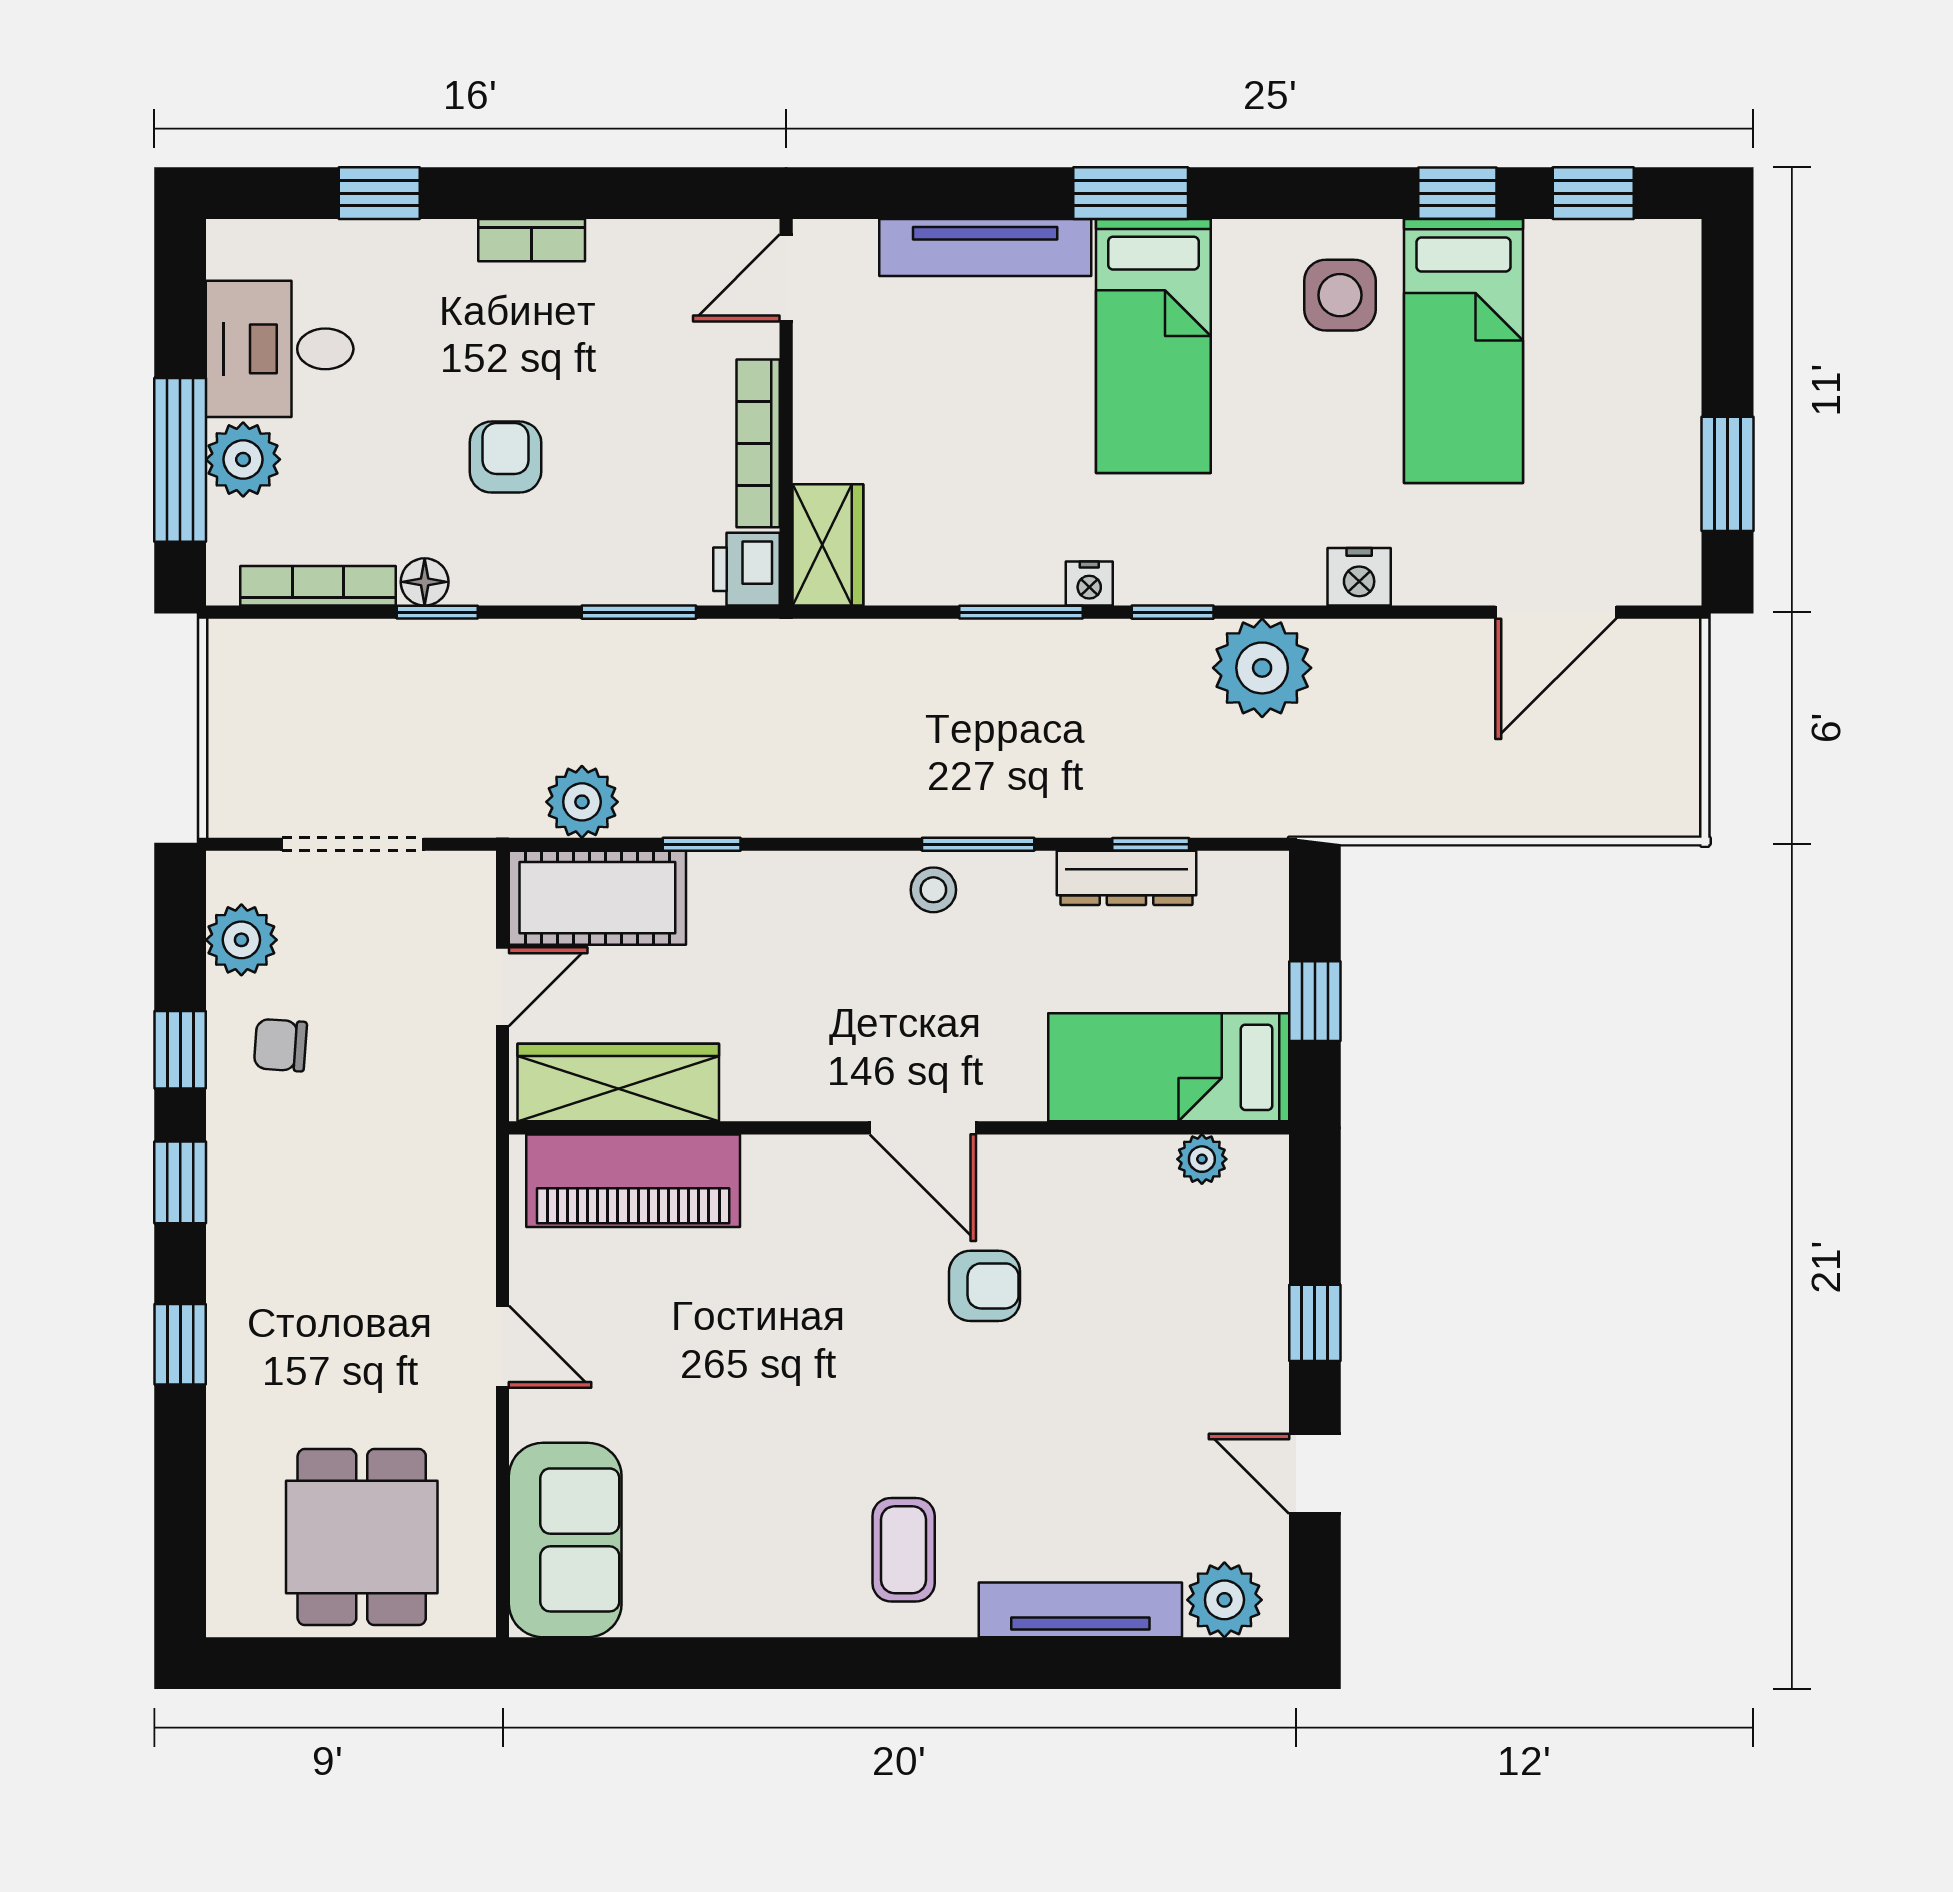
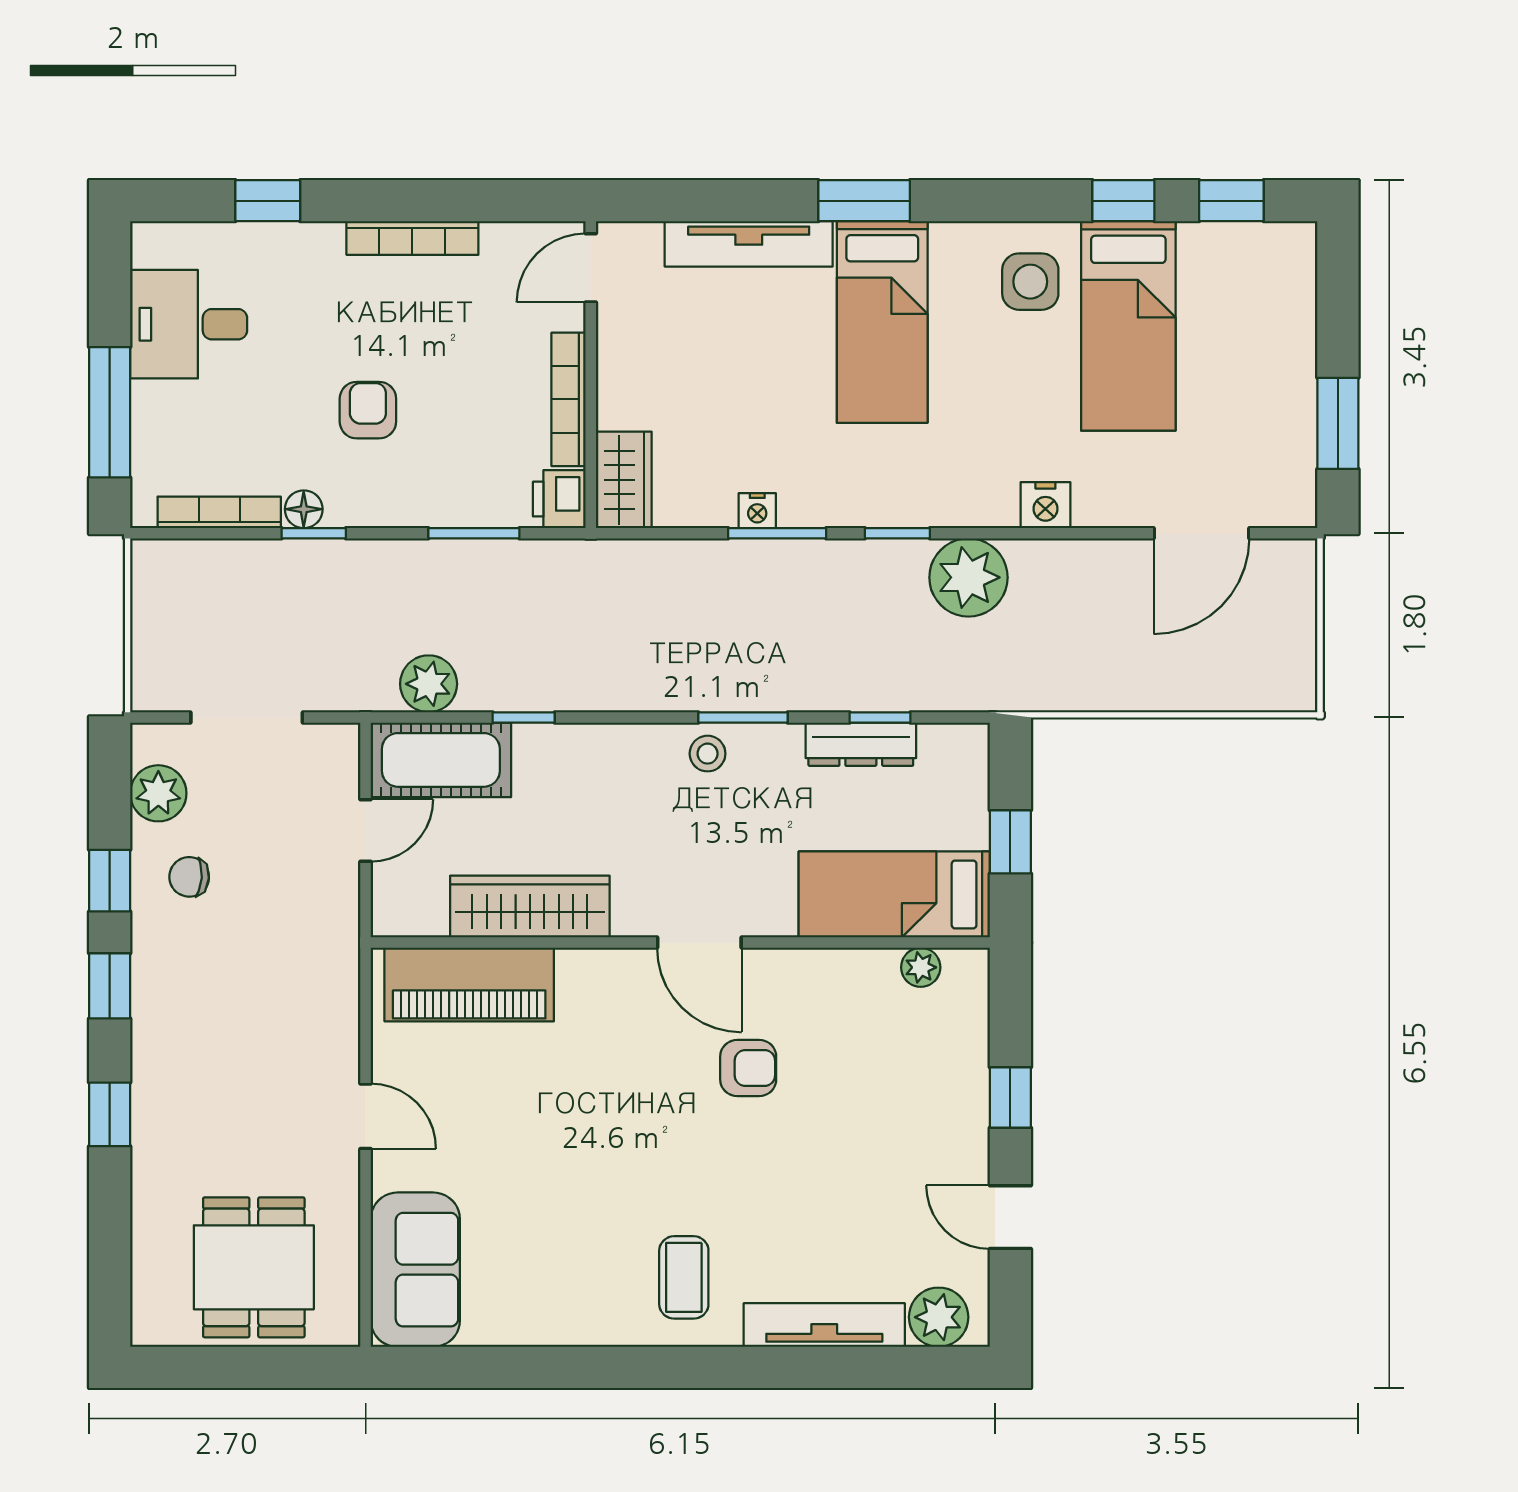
bookcase: (532, 240) -> (412, 238), width x1.56
plant: (243, 459) -> (160, 412), removed
nightstand: (1089, 584) -> (757, 511), moved
wardrobe: (618, 1083) -> (530, 907), moved

